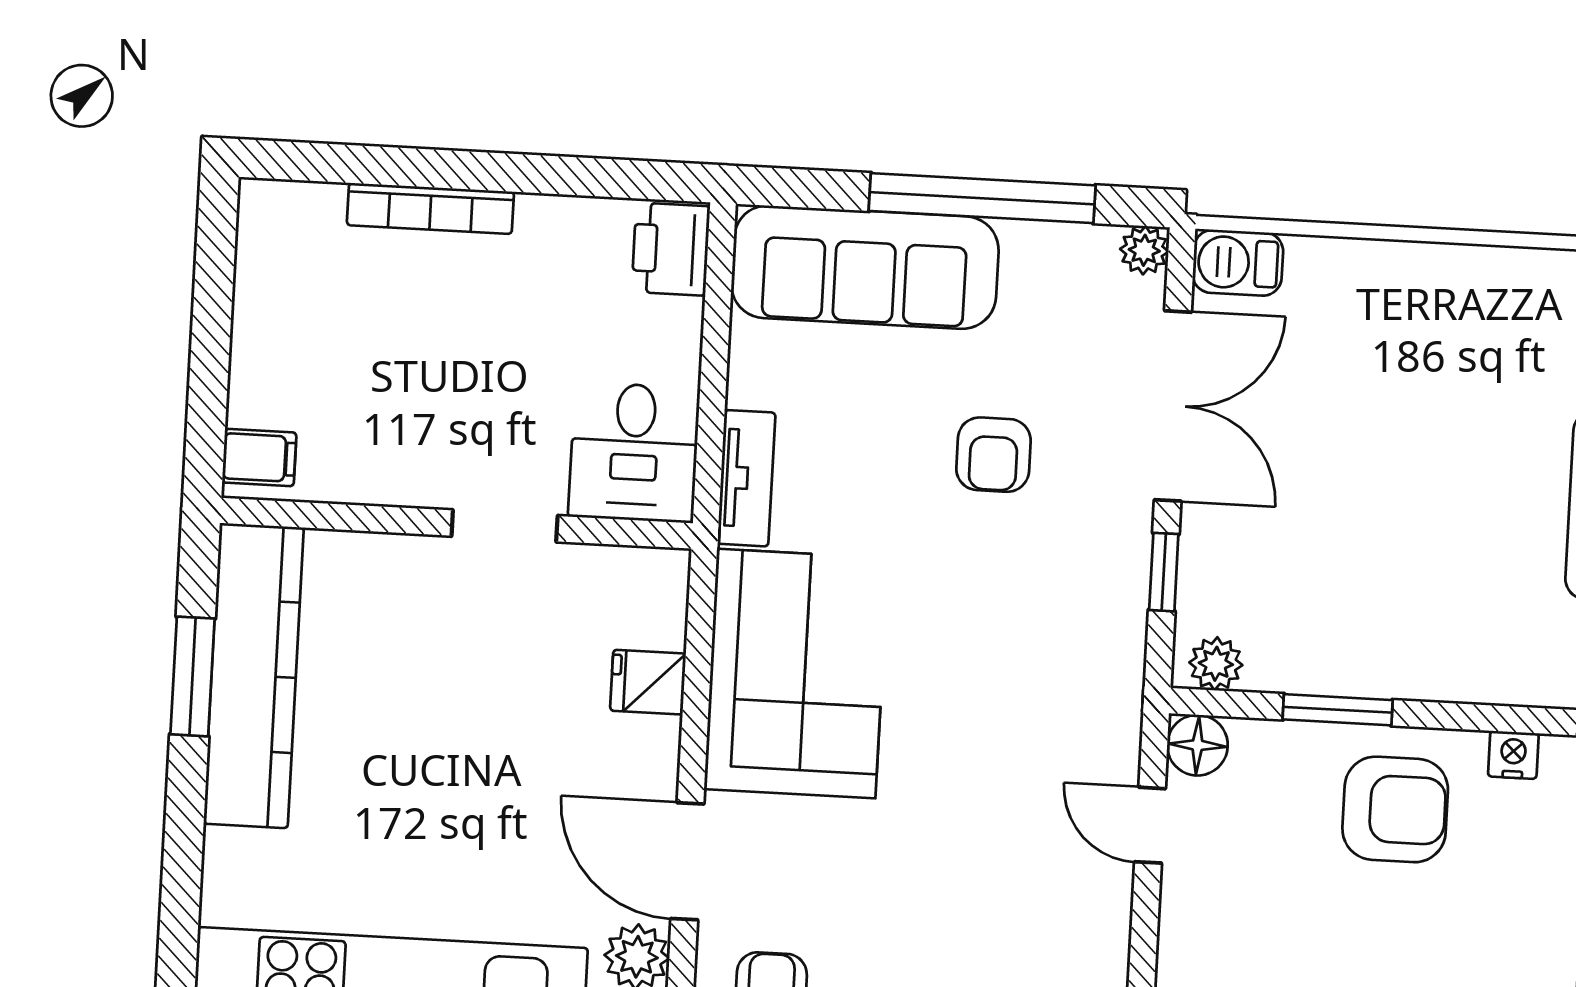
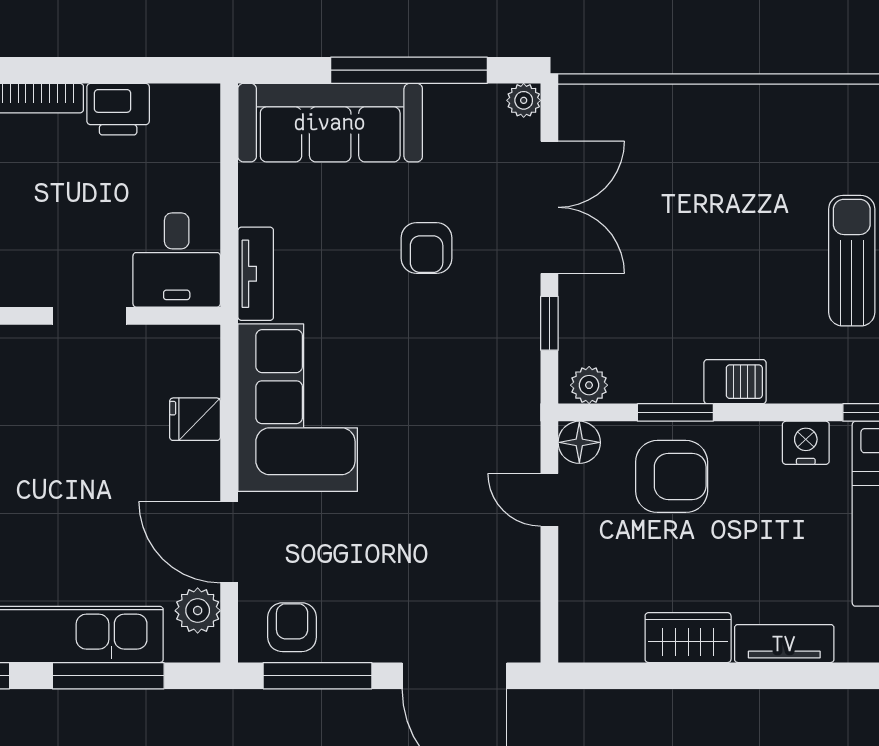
printer: (671, 249) -> (118, 109), moved, turned -90
barbecue: (1238, 263) -> (735, 382), moved, turned 180
nightstand: (1513, 755) -> (806, 443), width x1.39, depth x1.35
armchair: (1395, 809) -> (672, 476), moved

